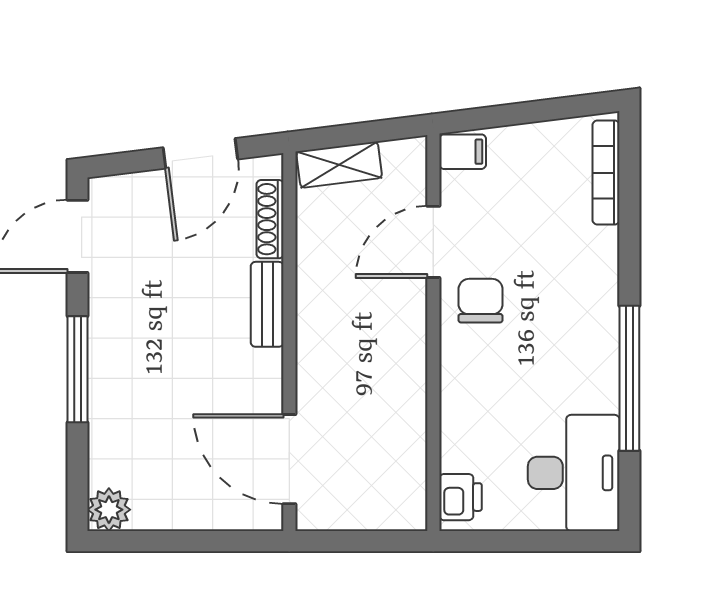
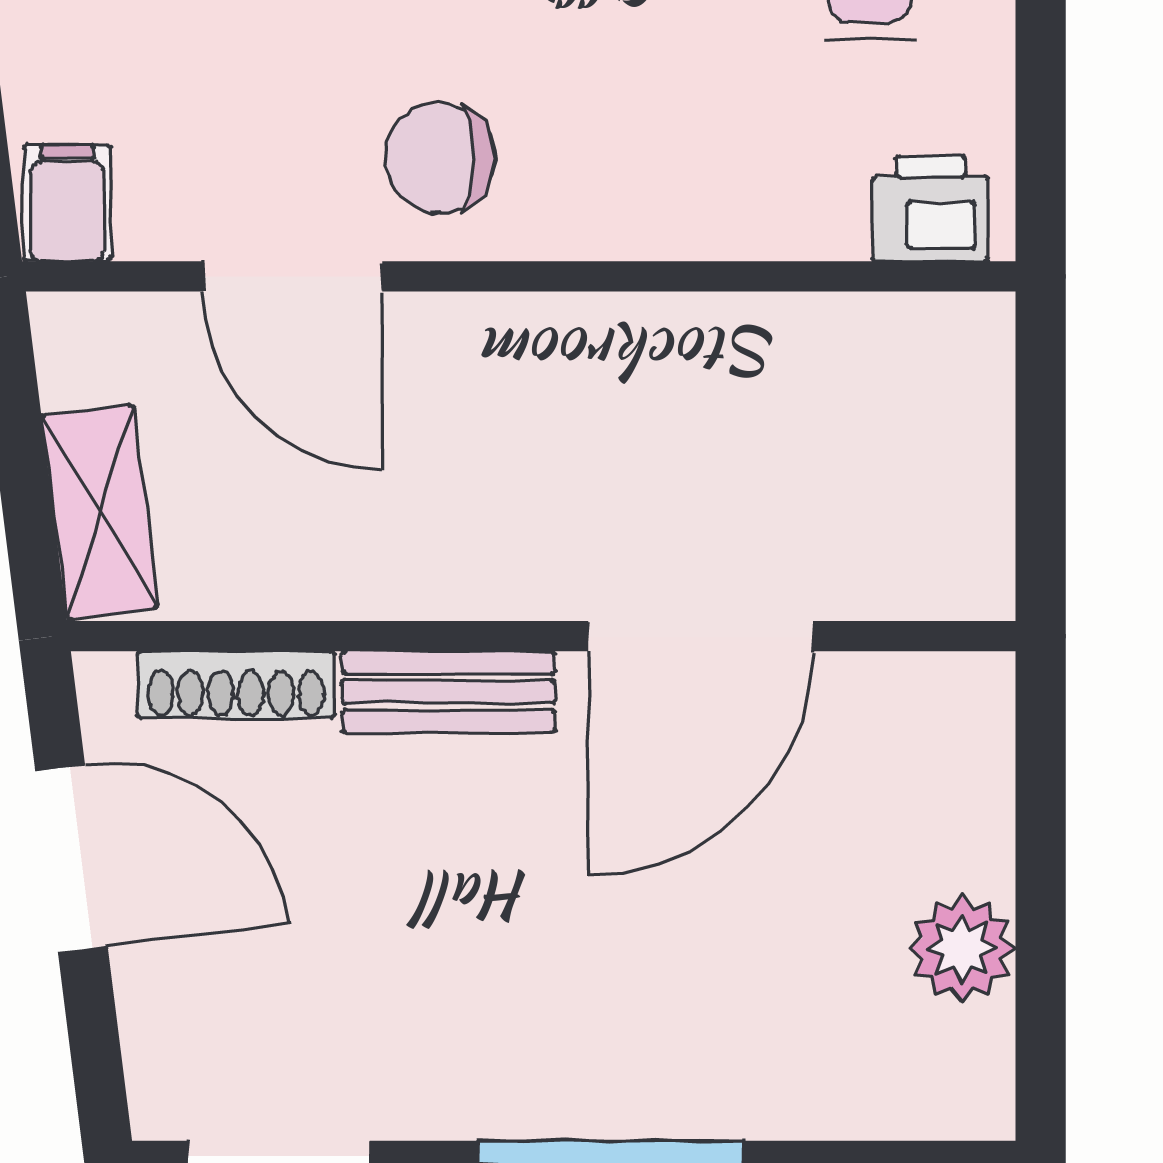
door: (289, 459) -> (701, 636), moved
plant: (109, 510) -> (962, 948), moved

